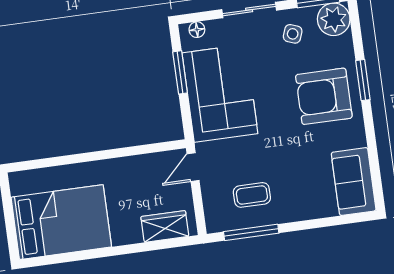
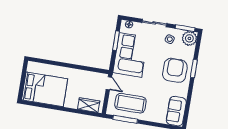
armchair: (324, 96) -> (175, 70), turned 90
door: (193, 167) -> (109, 83), swing flipped
coffee table: (252, 195) -> (131, 103), width x1.86, depth x1.72

